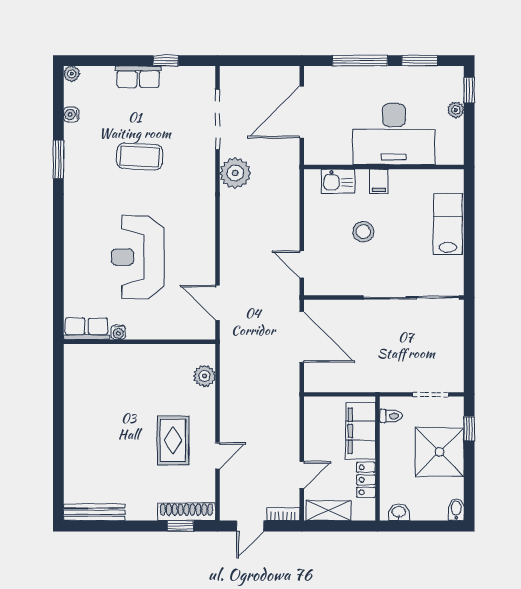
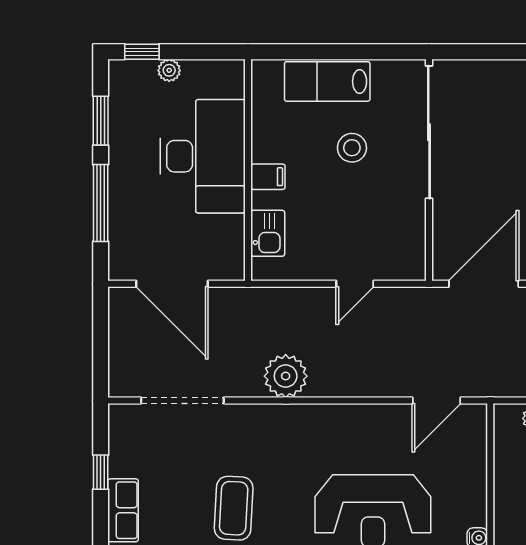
plant: (235, 173) -> (286, 376), moved
stool: (363, 232) -> (352, 148), moved
door: (302, 264) -> (355, 284), moved

